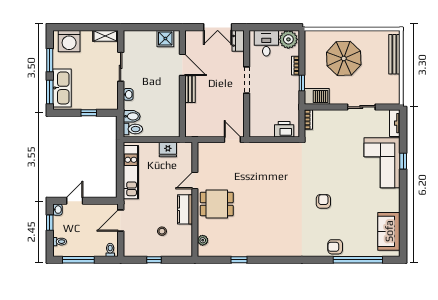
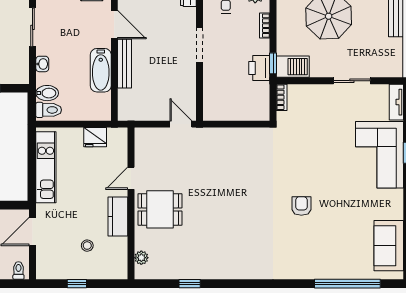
window: (302, 83) -> (273, 63), moved
bench: (190, 89) -> (125, 64), width x1.36
bathtub: (172, 99) -> (101, 70), added
printer: (284, 129) -> (259, 68), moved, turned -90
armchair: (335, 247) -> (317, 266), removed

